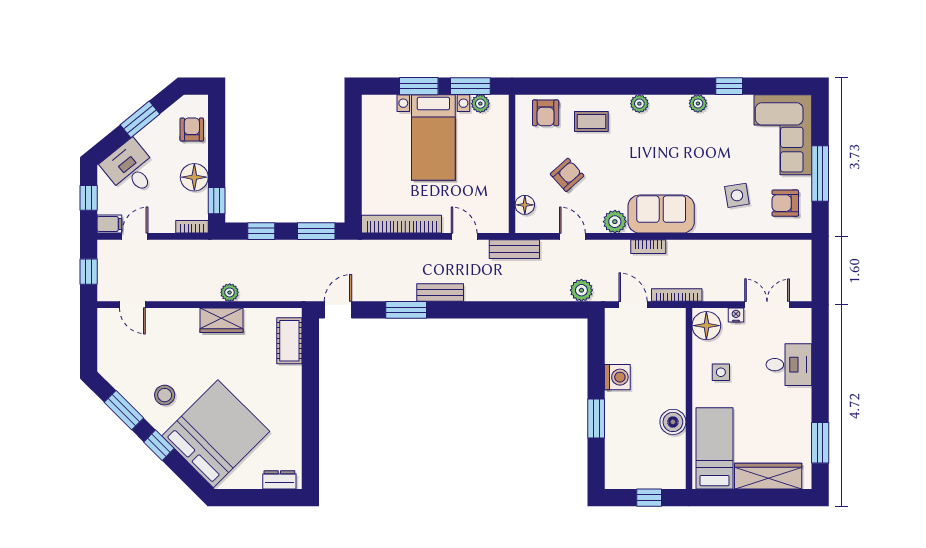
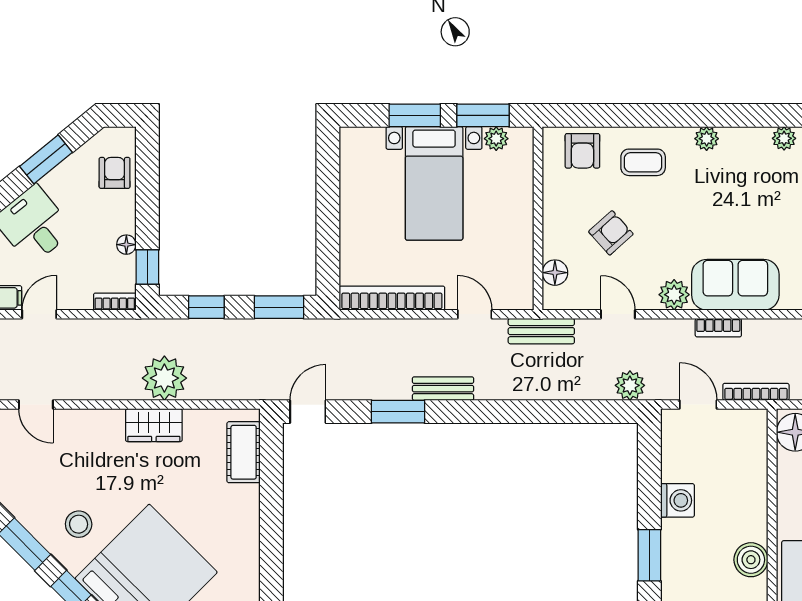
floor lamp: (194, 177) -> (126, 245), width x0.53, depth x0.53
plant: (230, 292) -> (164, 378), width x1.87, depth x1.87

